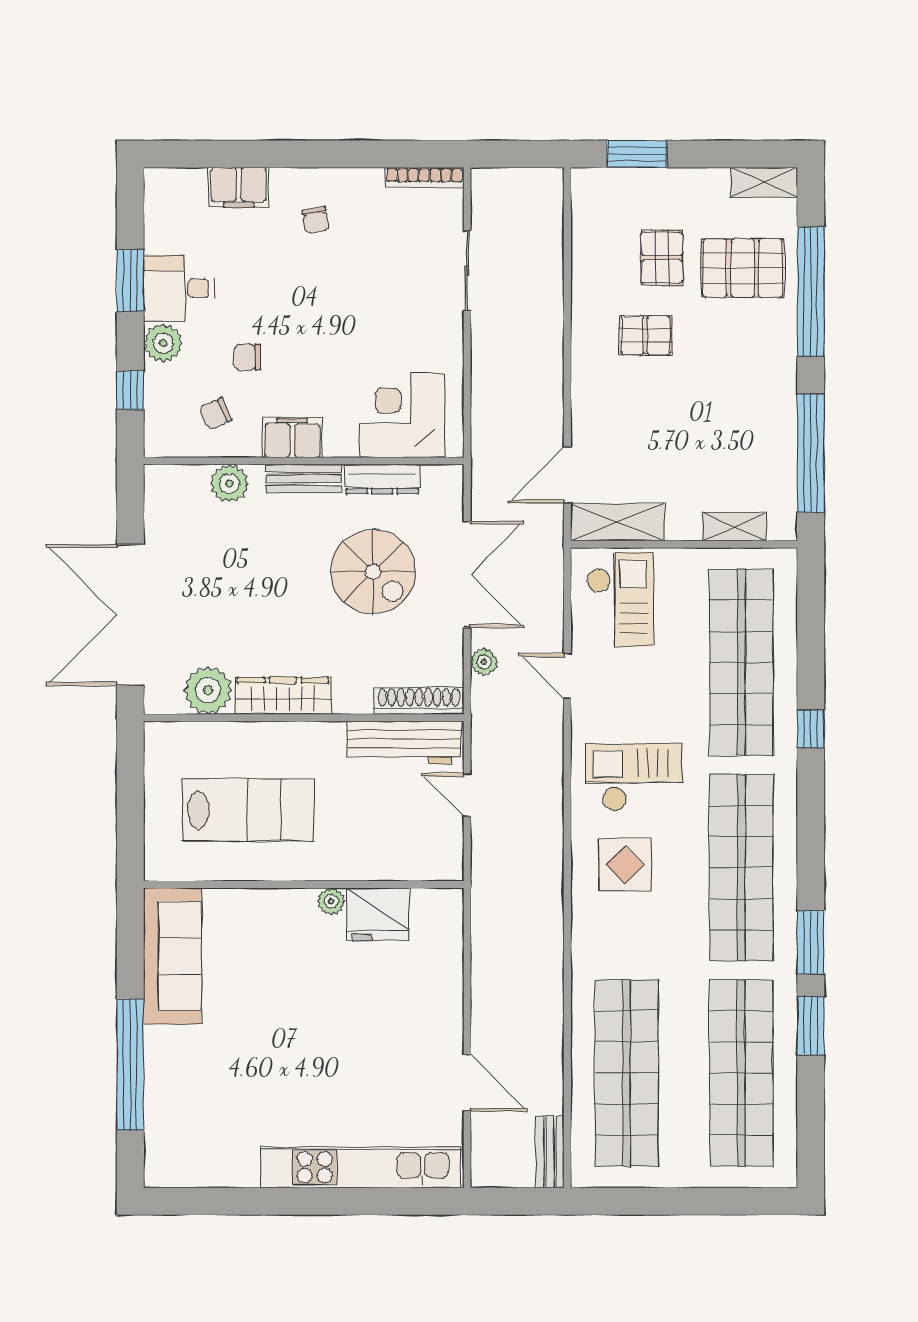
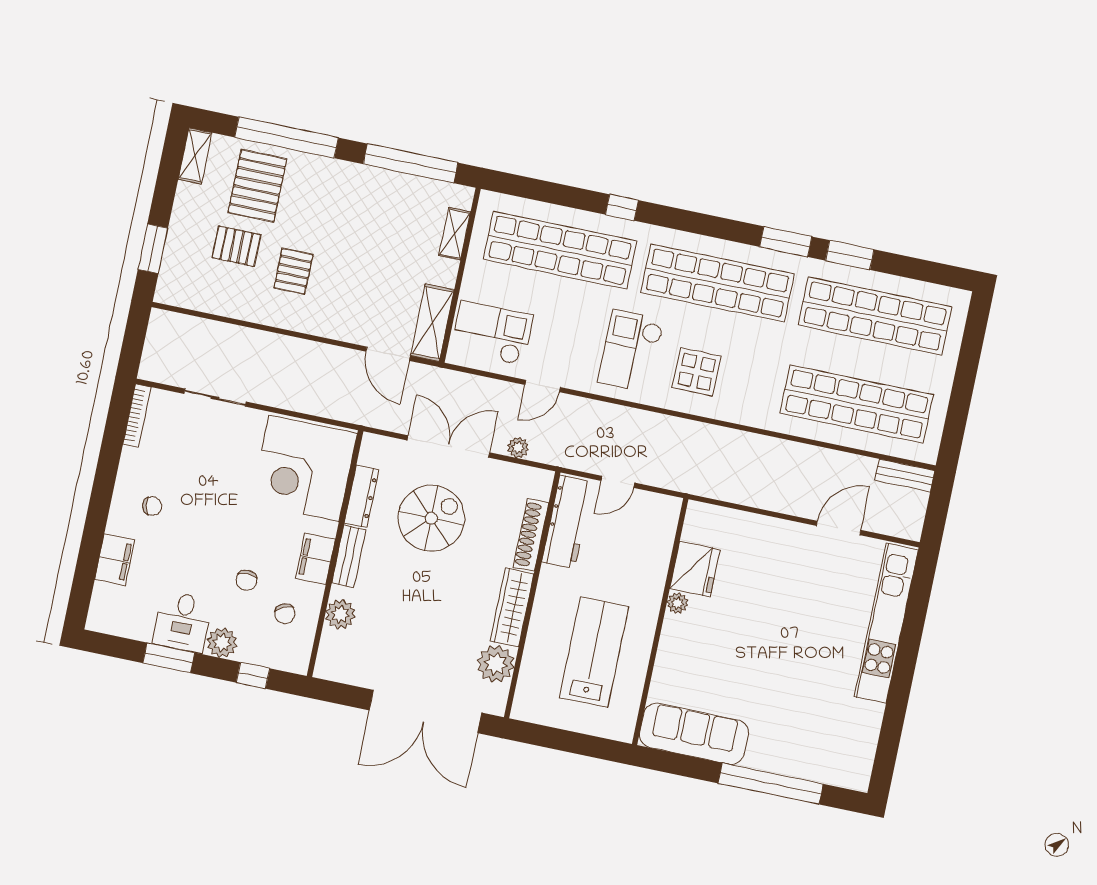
corner desk: (402, 415) -> (304, 468), width x1.36, depth x1.36
shoe rack: (419, 701) -> (531, 535), moved

